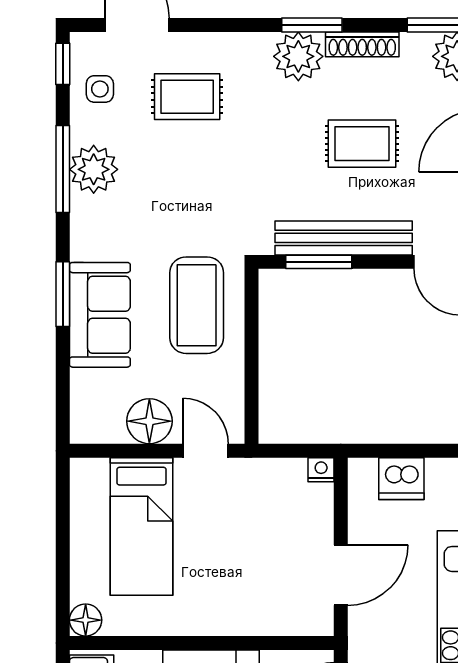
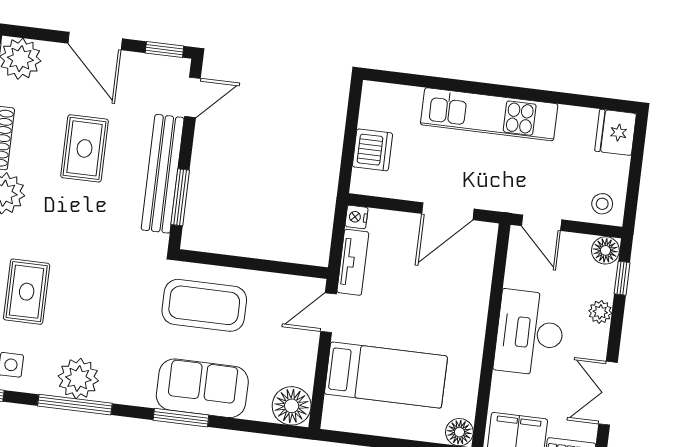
floor lamp: (149, 421) -> (292, 406), moved
tv unit: (268, 472) -> (353, 262), added
door: (341, 575) -> (448, 211), swing flipped

